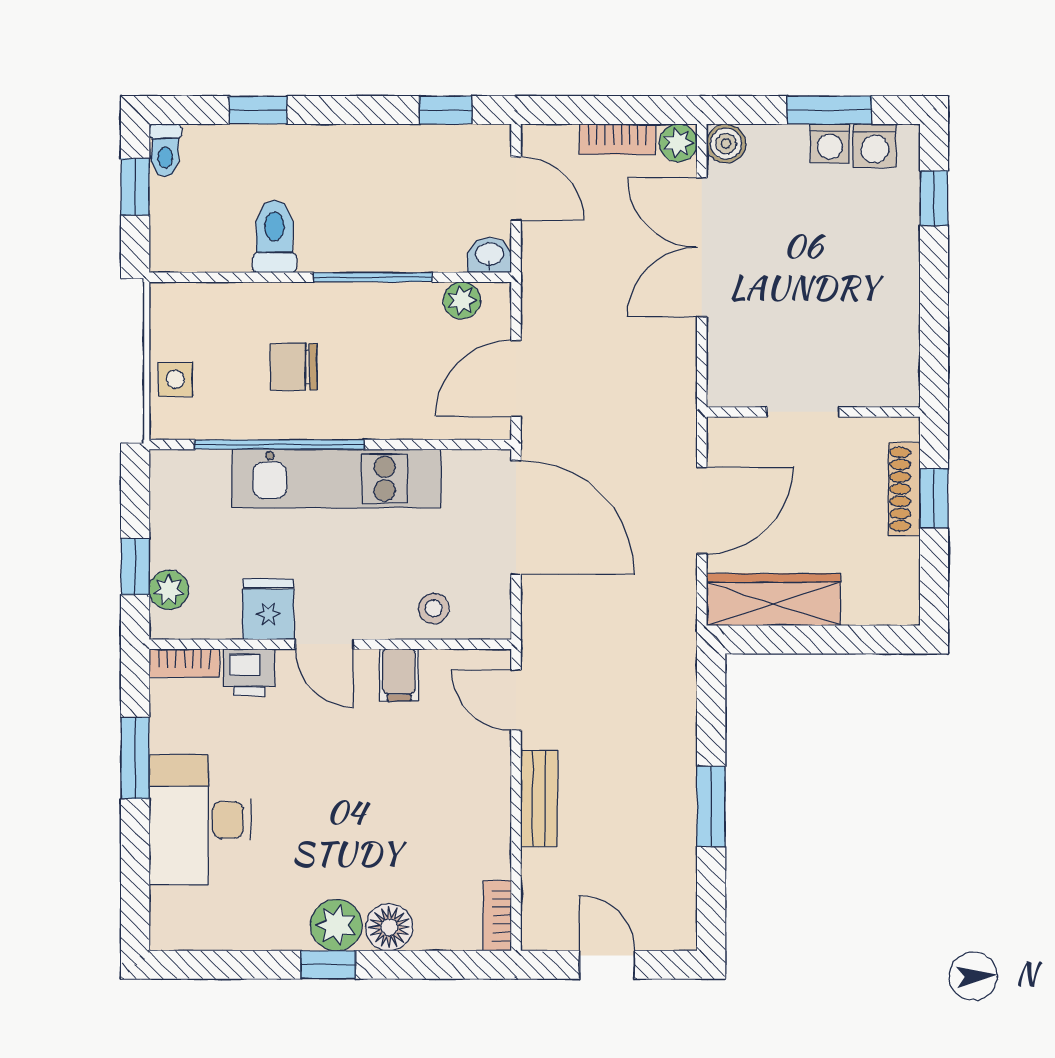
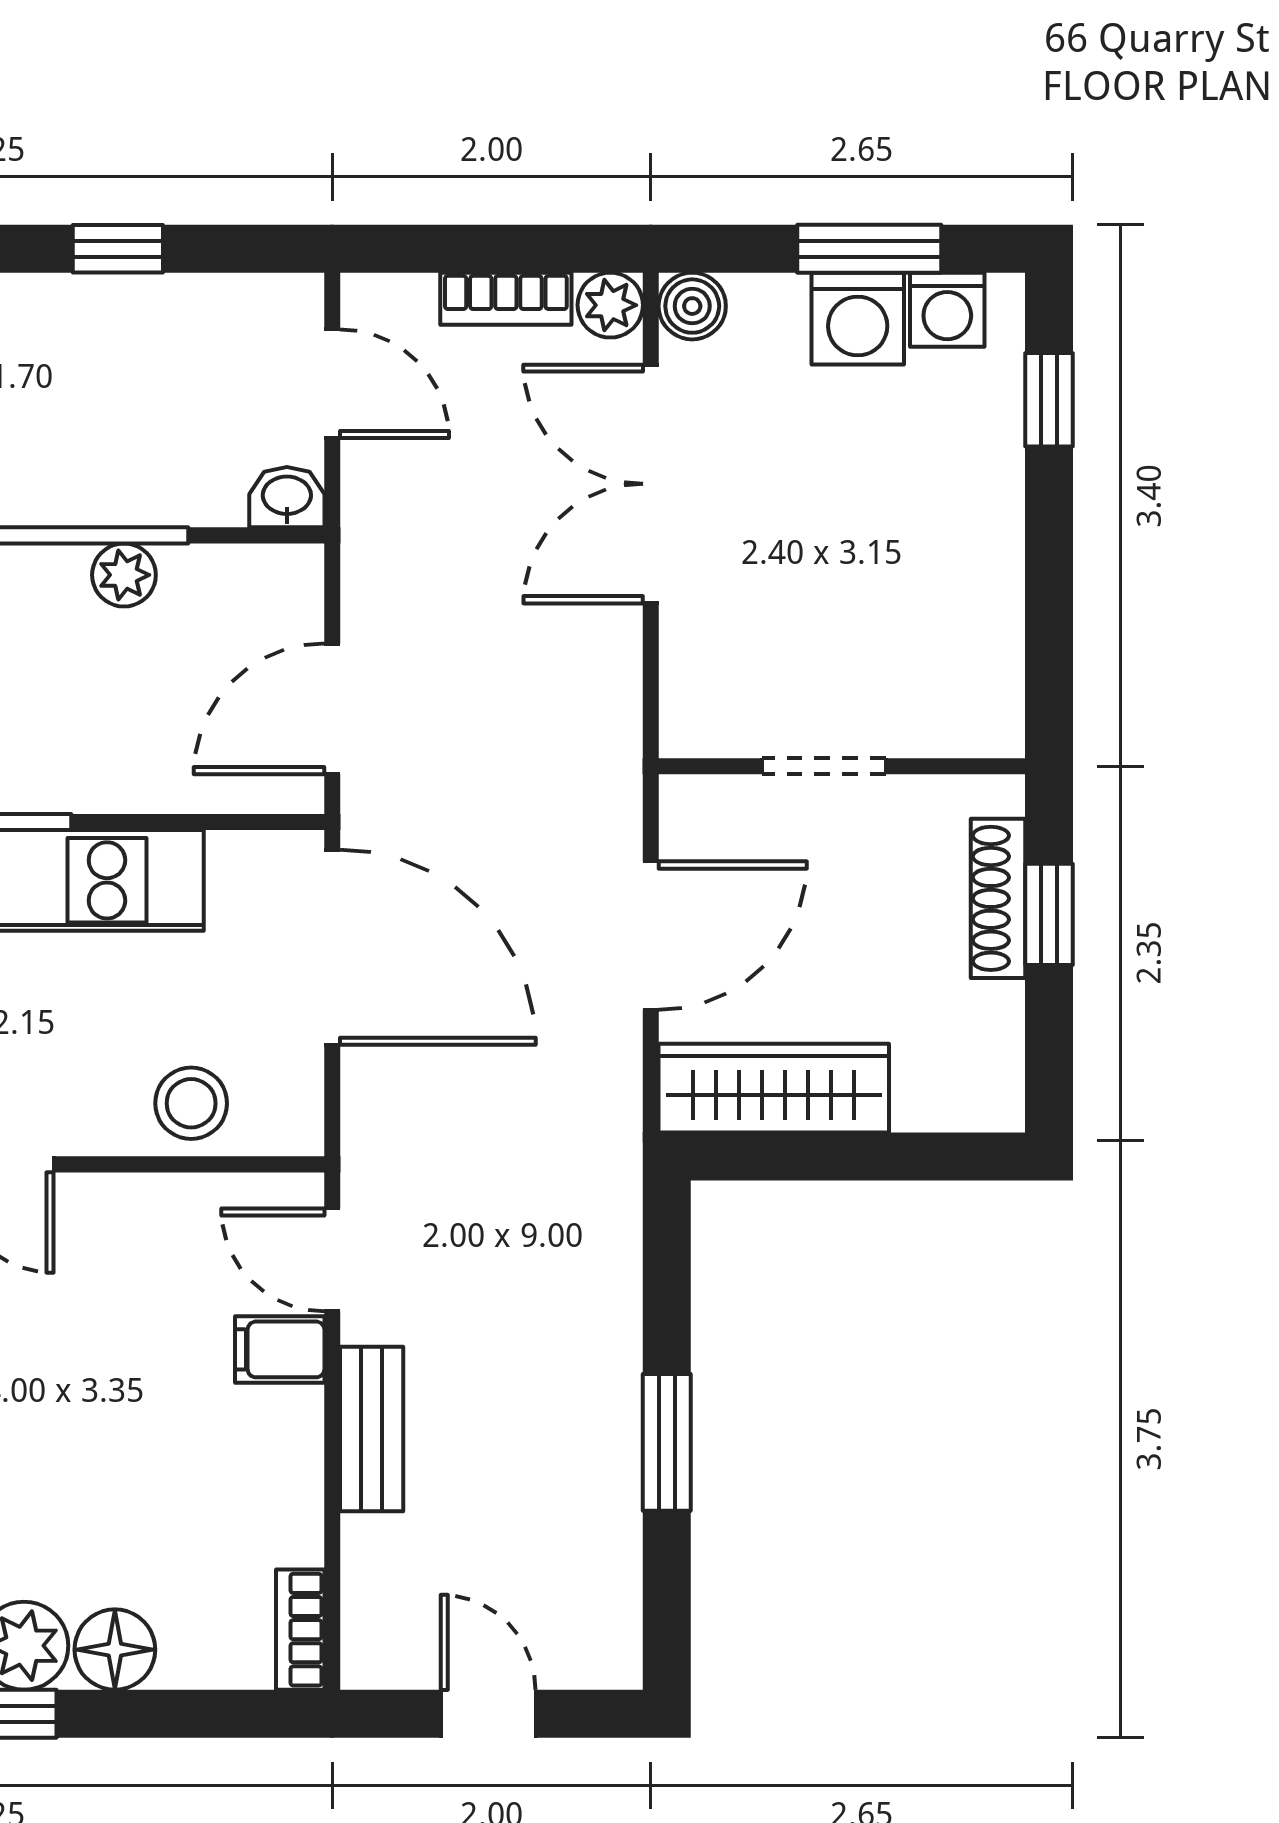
window: (446, 110) -> (118, 249), moved
washing machine: (830, 144) -> (858, 319), width x1.38, depth x1.38
plant: (462, 300) -> (124, 575), moved
stool: (434, 609) -> (191, 1103), width x1.37, depth x1.37
filing cabinet: (399, 675) -> (280, 1349), moved, turned 90

